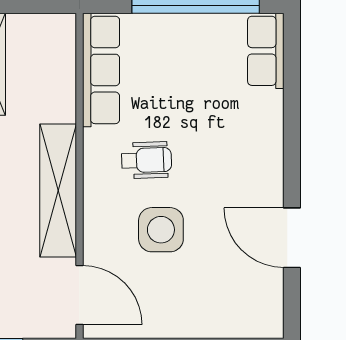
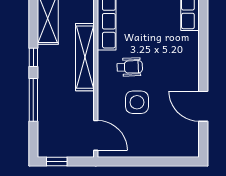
shelving: (58, 191) -> (85, 57), moved

